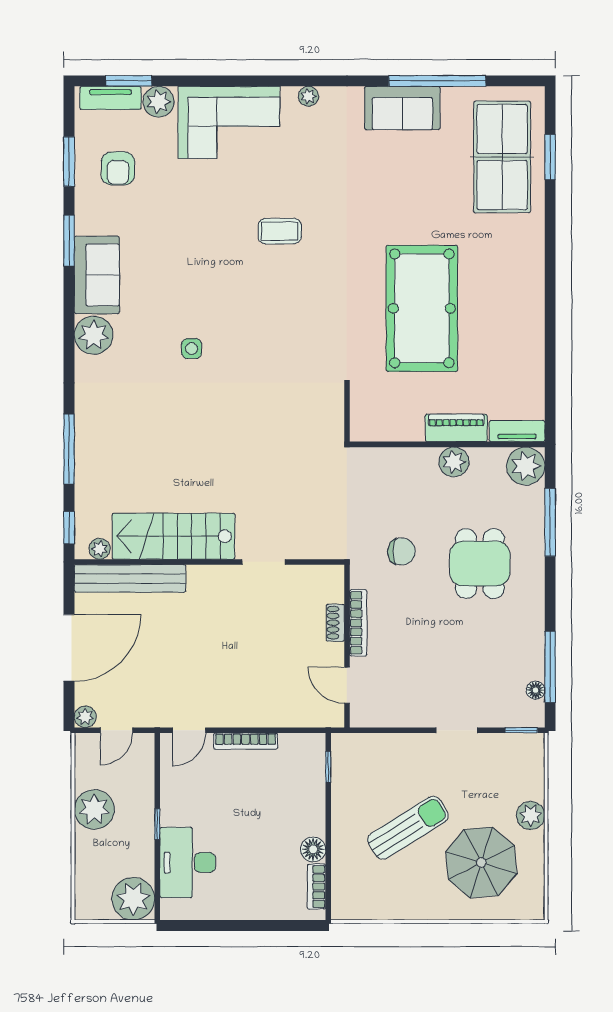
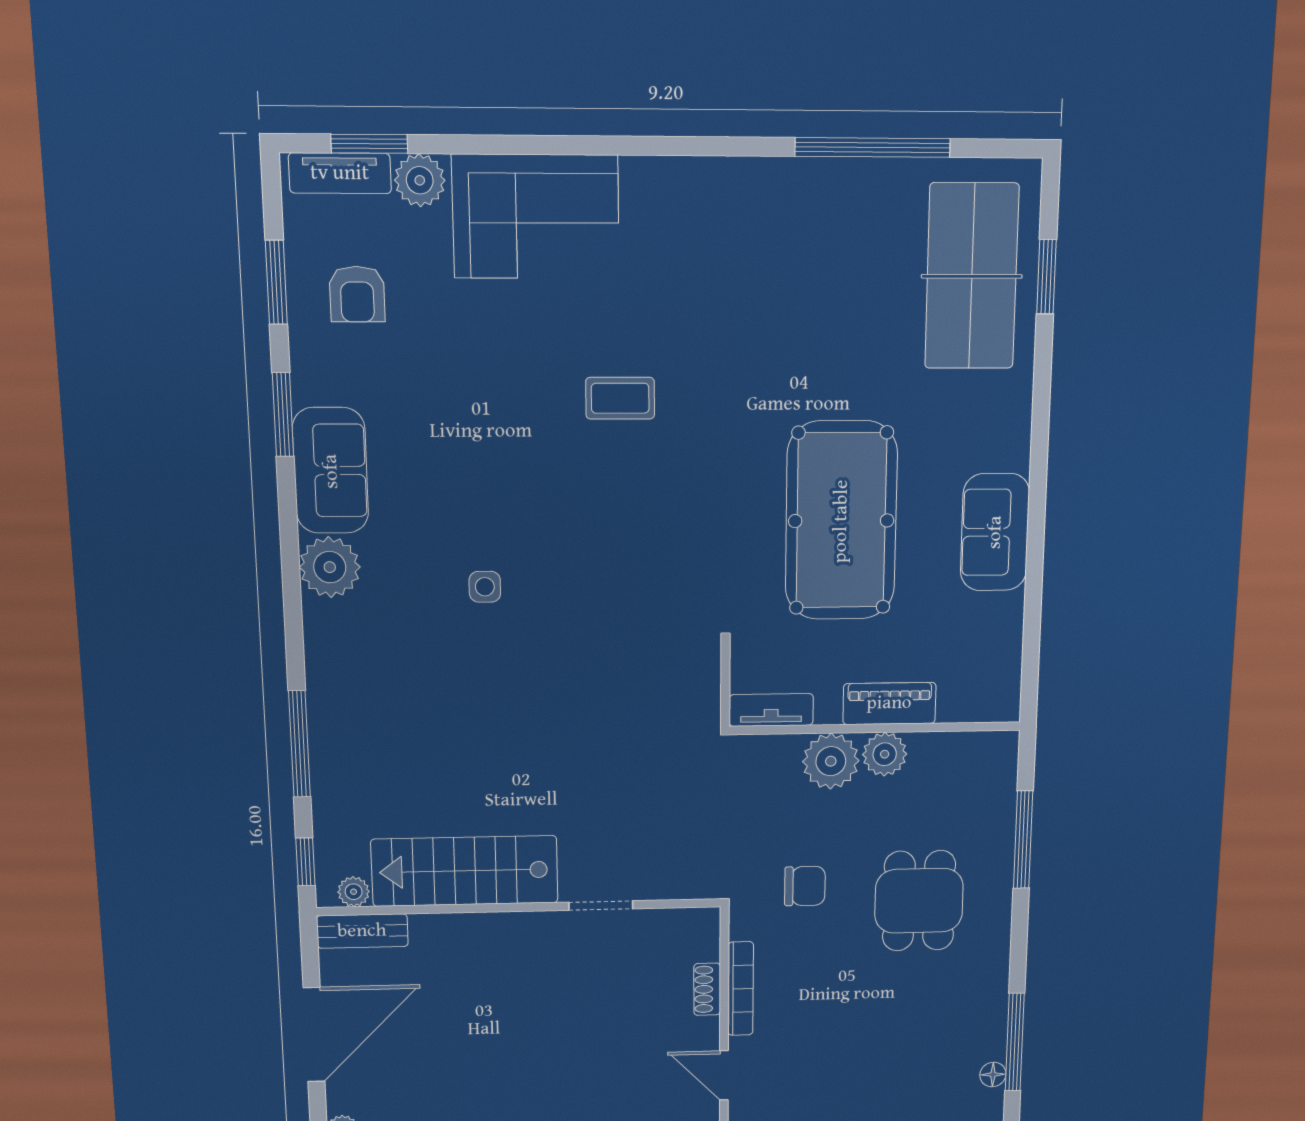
plant: (308, 96) -> (665, 172), removed
sofa: (402, 108) -> (995, 532), moved, turned 90
tv unit: (517, 431) -> (771, 710), moved
plant: (526, 466) -> (831, 761), moved
bench: (130, 578) -> (362, 931), width x0.54, depth x0.82

